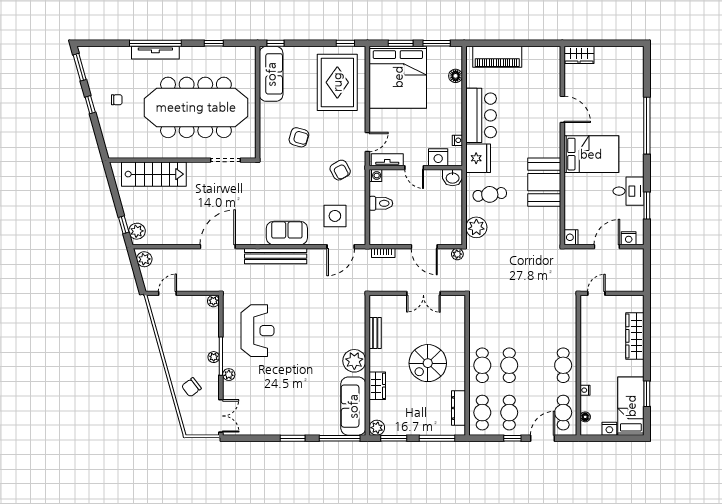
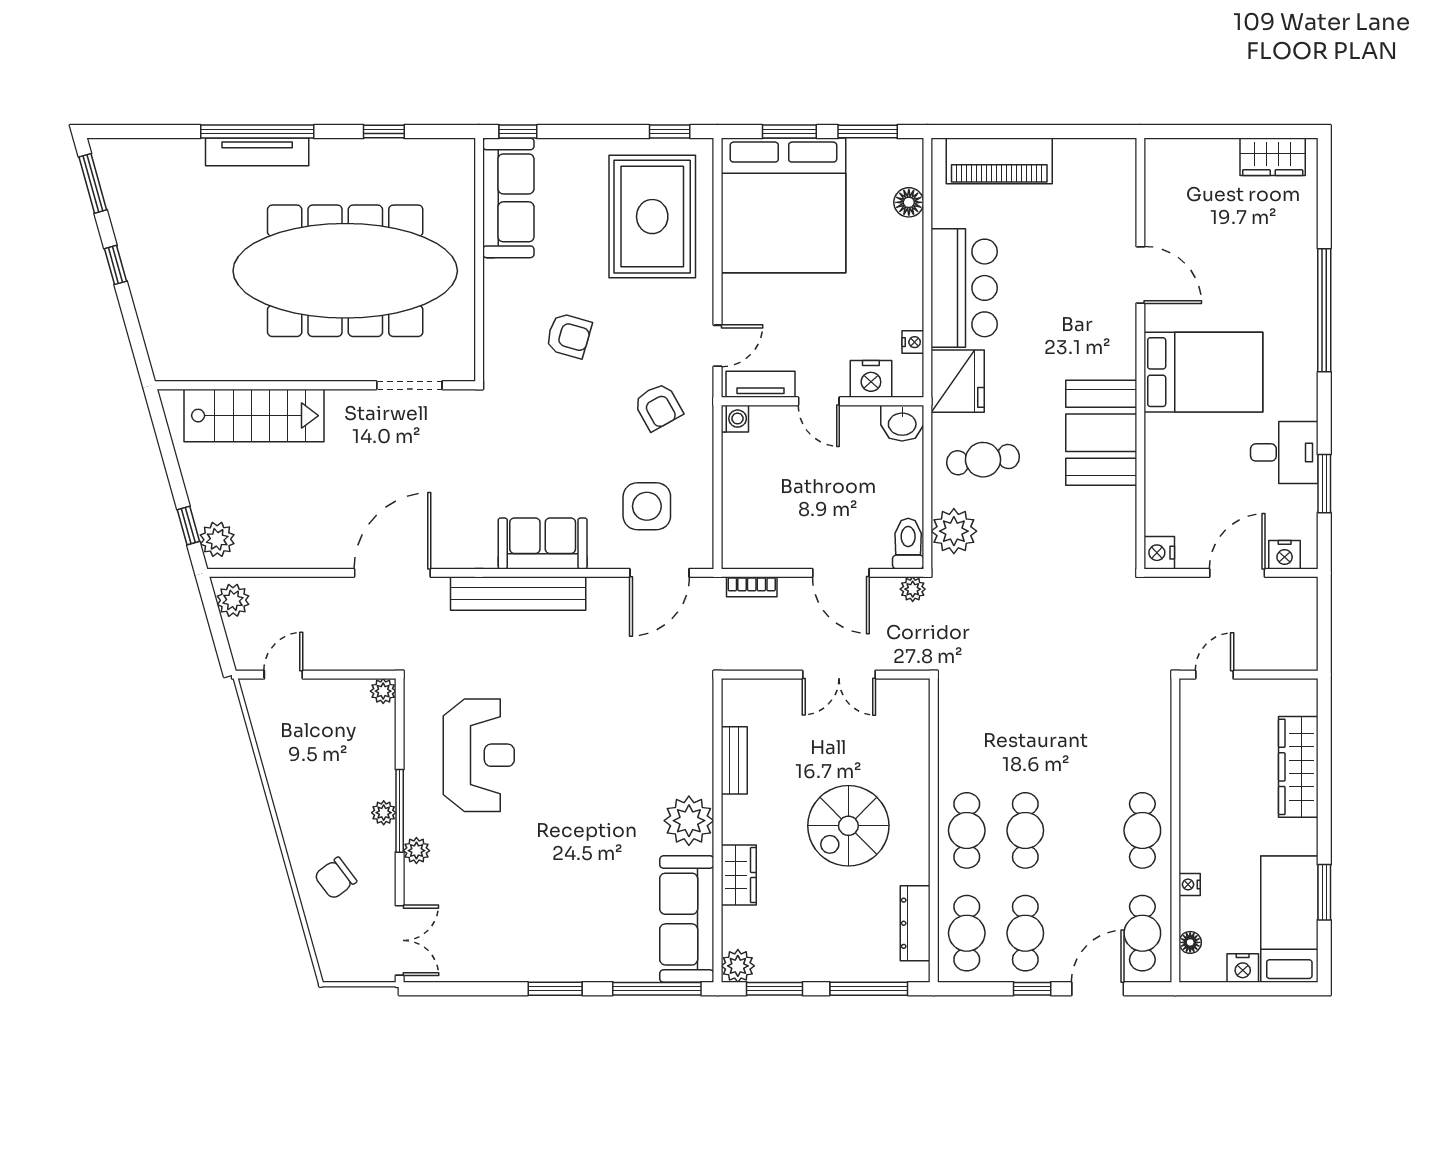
wardrobe: (579, 55) -> (1273, 157), moved
chair: (117, 100) -> (173, 254), removed
toilet: (381, 203) -> (908, 544), moved, turned -90

